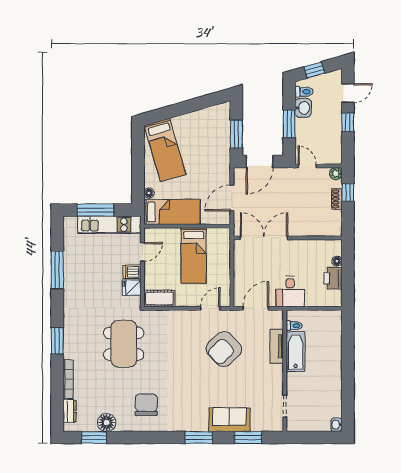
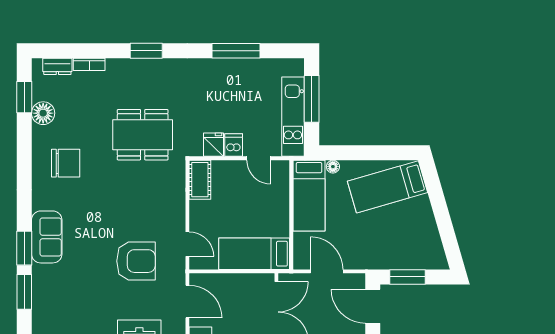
bed: (194, 256) -> (254, 254), moved
armchair: (224, 349) -> (136, 261), turned 133
bookcase: (68, 379) -> (89, 64), width x0.64
sofa: (229, 420) -> (47, 237), moved
window: (199, 437) -> (24, 248), moved

